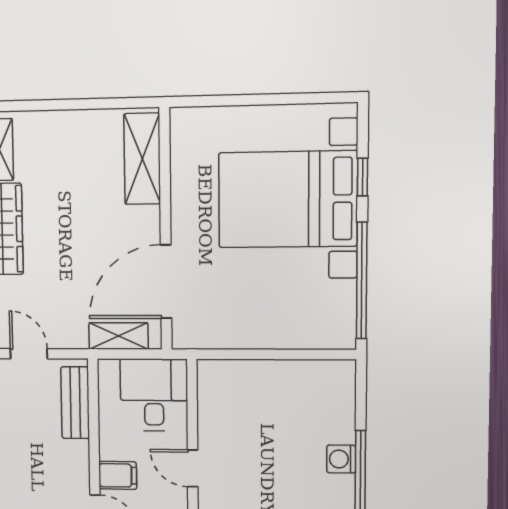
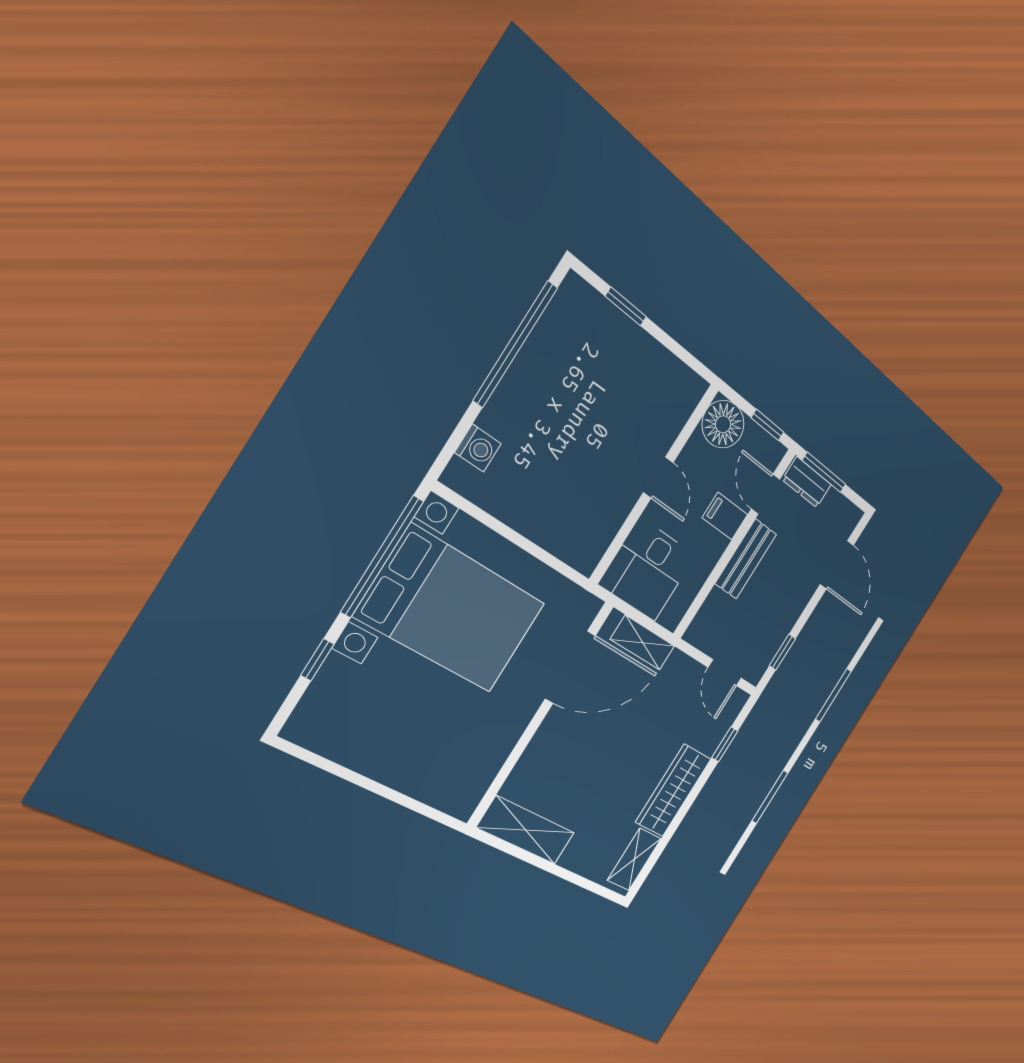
shelving: (142, 159) -> (526, 830), moved, turned 90
bed with nightstands: (288, 199) -> (452, 610), moved
bench: (75, 403) -> (746, 559), moved
washing machine: (341, 459) -> (478, 448), moved

